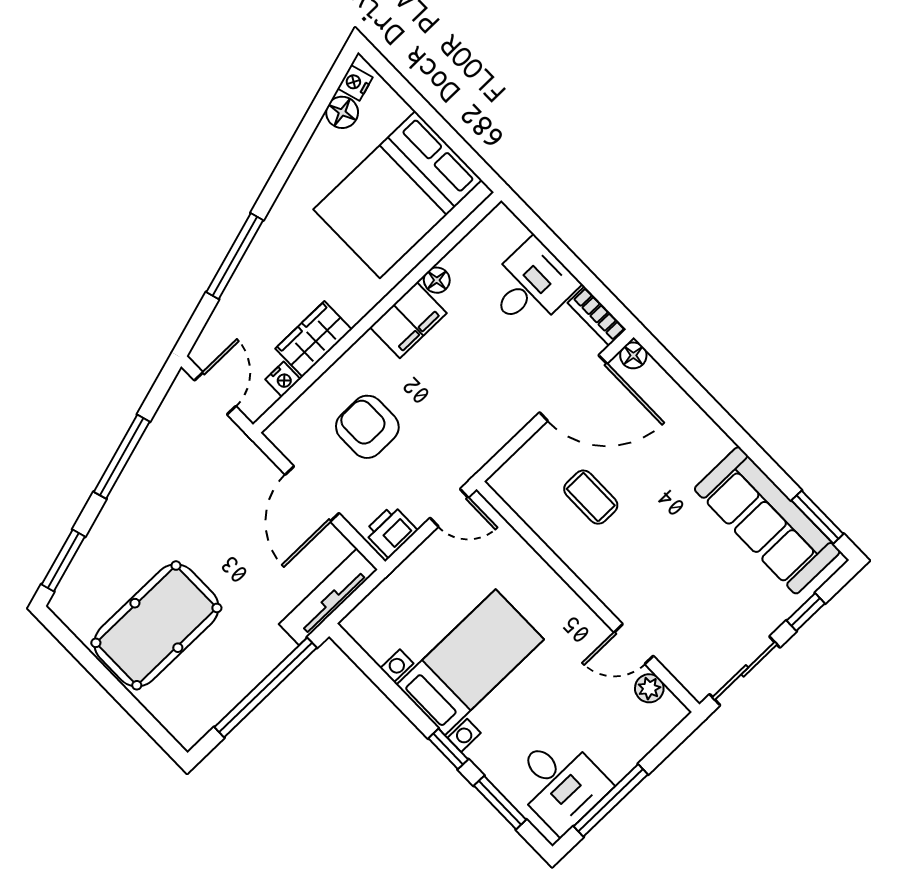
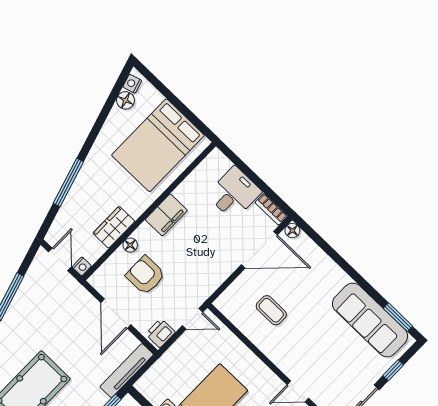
floor lamp: (437, 280) -> (130, 245), moved
nightstand: (283, 379) -> (82, 266), moved

